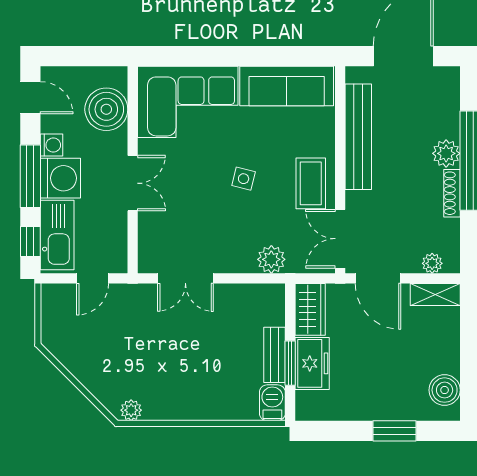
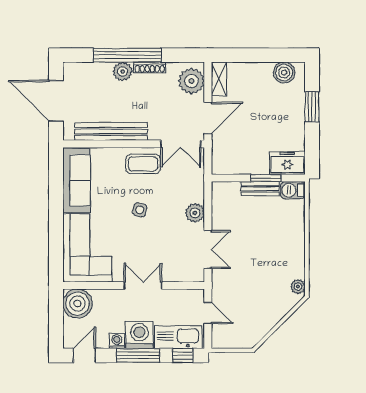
boiler: (106, 109) -> (77, 304), moved
plant: (271, 259) -> (195, 213), moved
plant: (432, 263) -> (191, 81), width x1.88, depth x1.88
wardrobe: (310, 309) -> (229, 164), removed
freezer: (312, 363) -> (287, 163), moved

